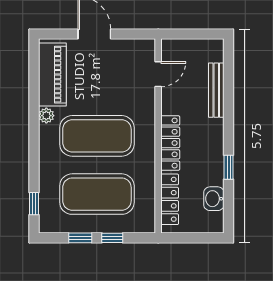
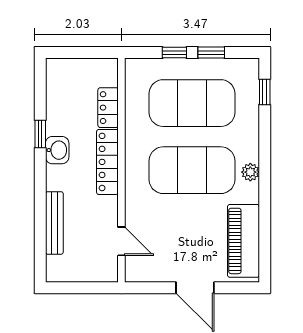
door: (158, 74) -> (121, 241), swing flipped
plant: (46, 116) -> (250, 172), moved
locker: (170, 199) -> (108, 108), width x0.66
washbasin: (214, 199) -> (57, 150), moved

